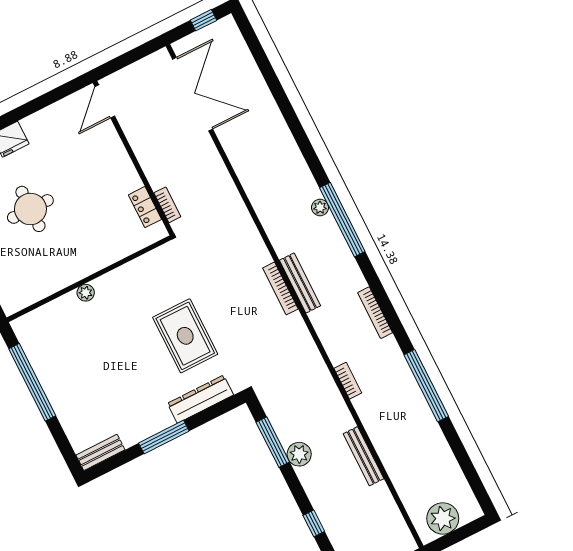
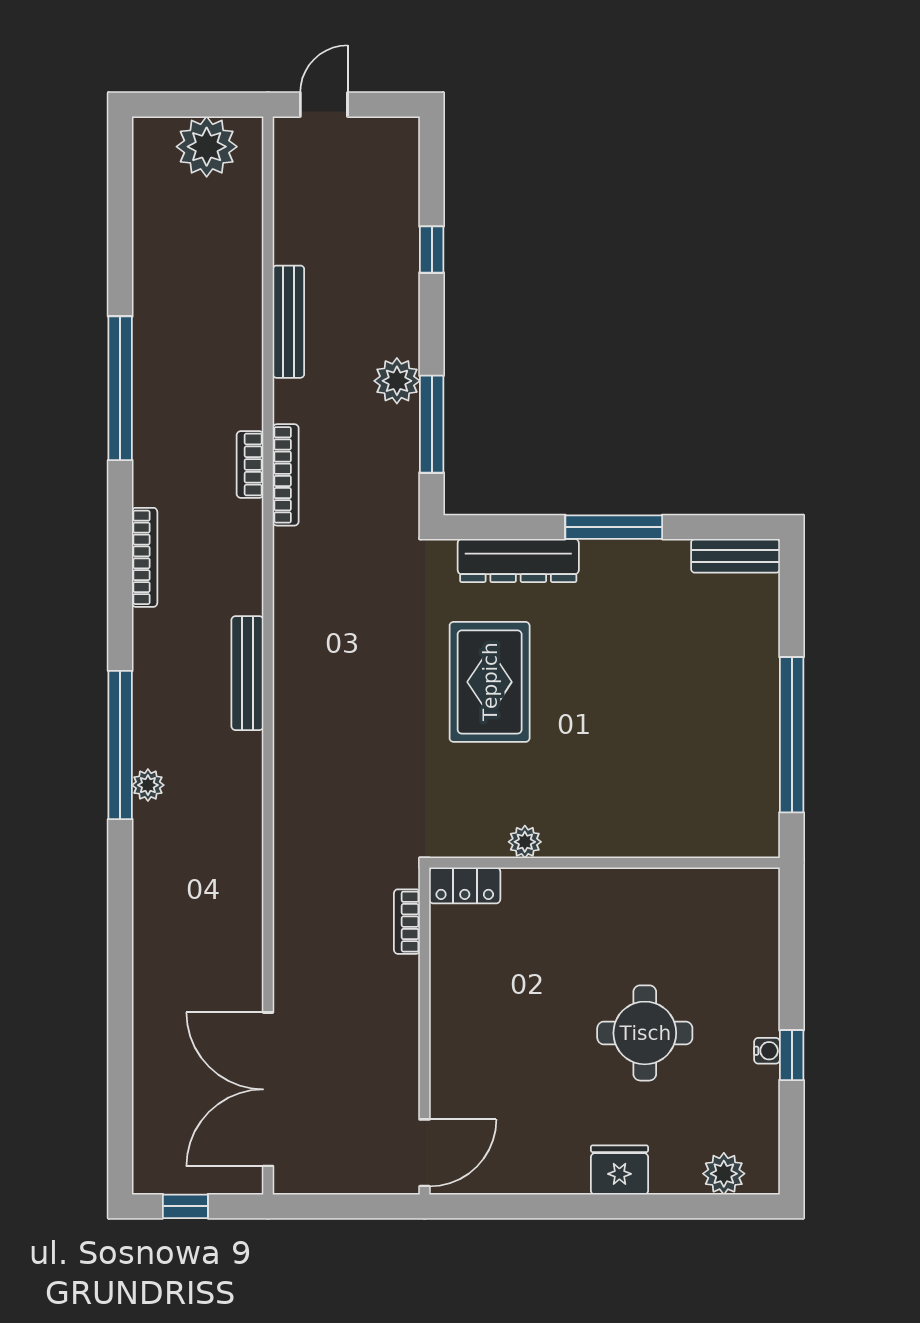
locker: (145, 207) -> (465, 885), moved, turned 90
bookcase: (280, 288) -> (286, 475), moved
plant: (86, 293) -> (525, 842), moved

